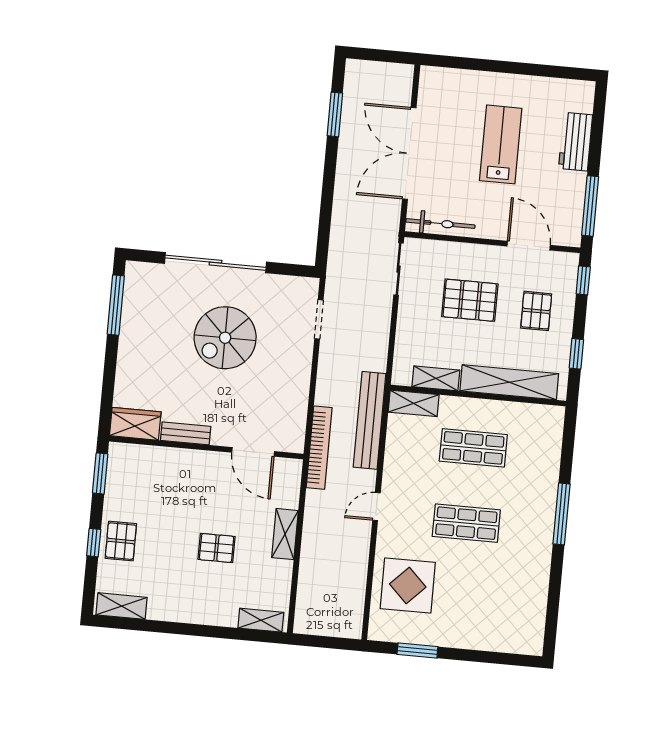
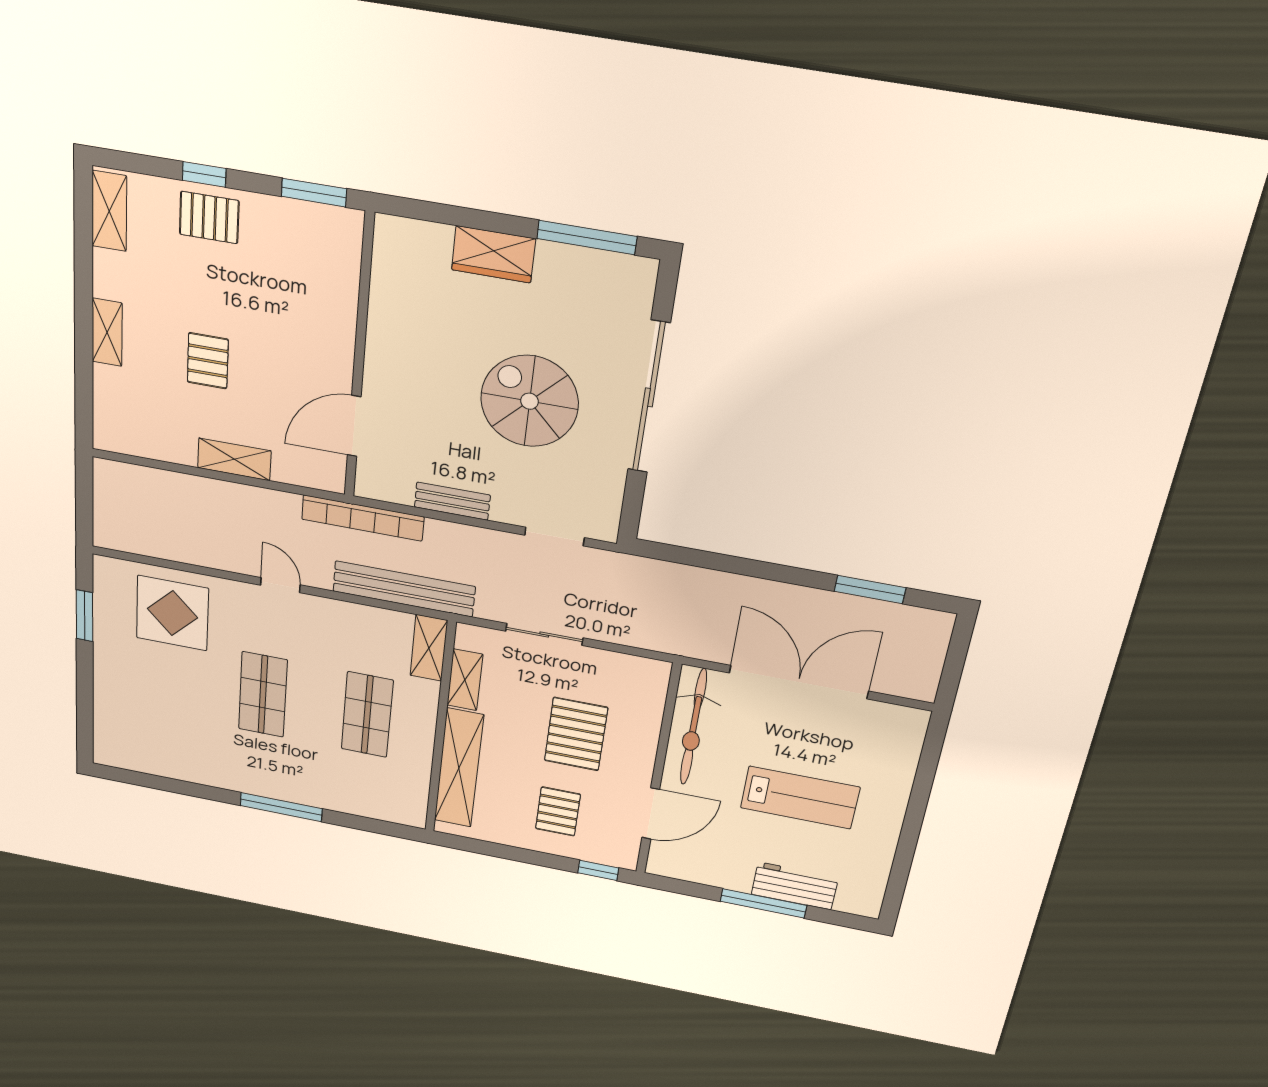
window: (590, 206) -> (763, 903), moved
bicycle: (440, 224) -> (693, 727), width x1.37, depth x1.40
sliding door: (398, 269) -> (544, 634), moved
pallet: (536, 311) -> (558, 811), turned 90
window: (576, 354) -> (497, 850), removed
wardrobe: (135, 424) -> (493, 254), moved, turned 90
bench: (186, 433) -> (452, 501), moved, turned 90
shelving: (261, 620) -> (107, 332), moved

